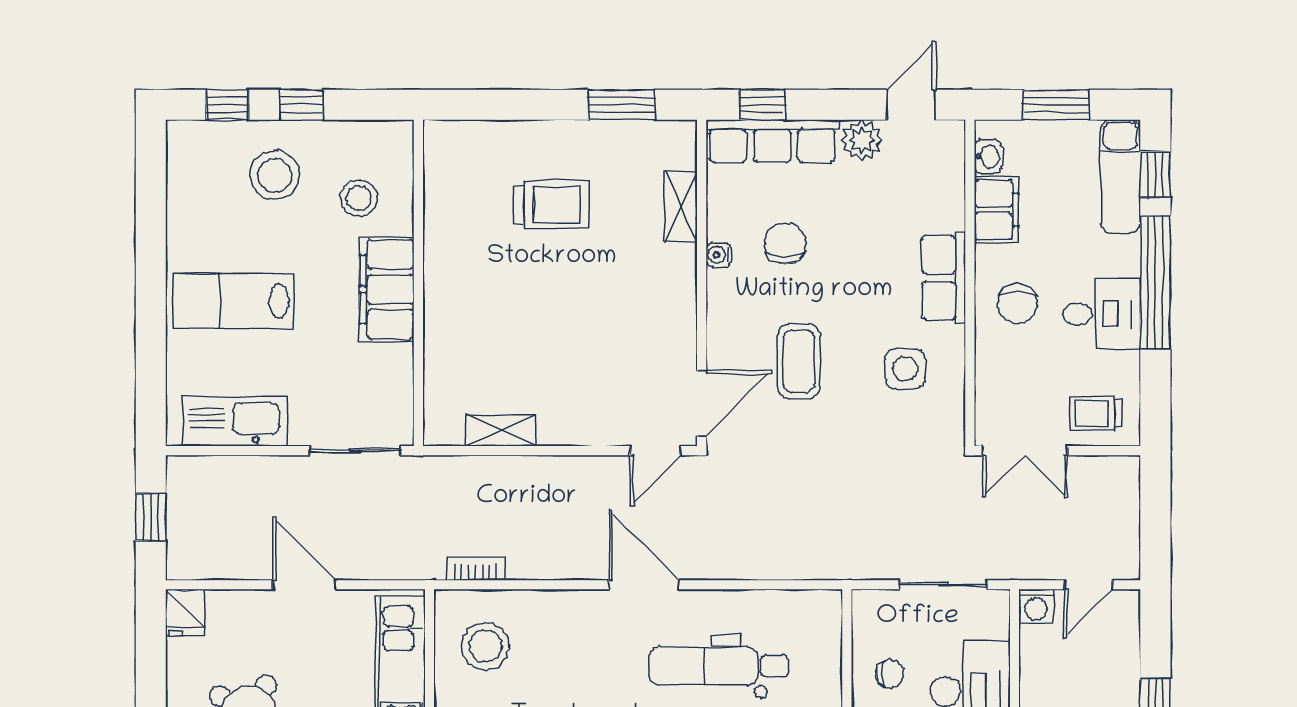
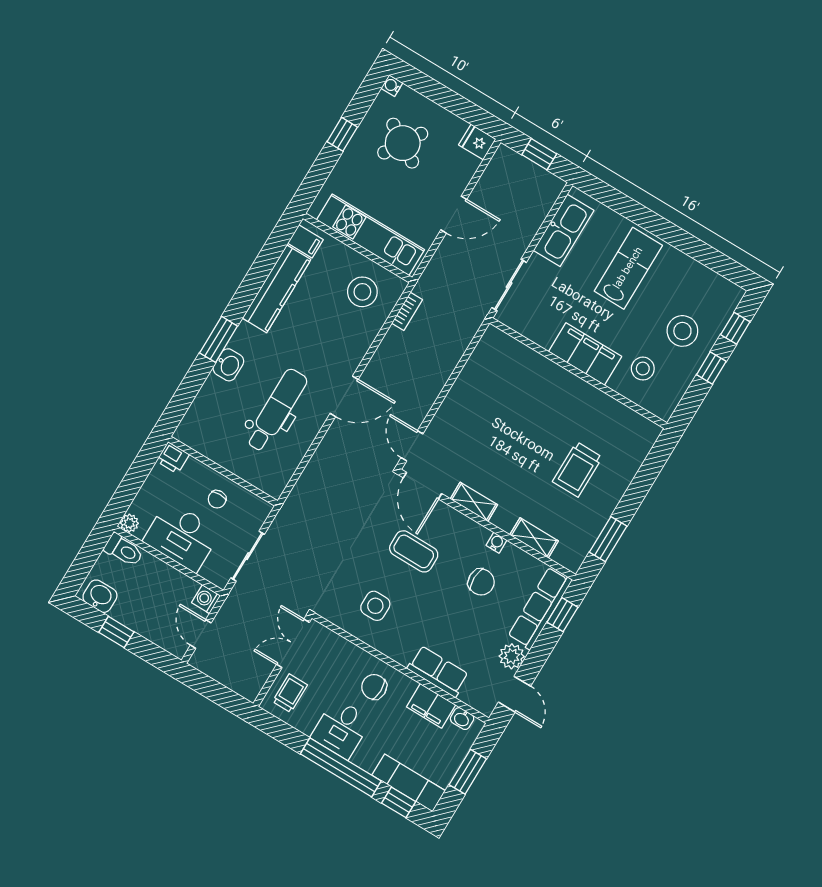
row of seats: (943, 278) -> (438, 672), moved
shelving: (501, 430) -> (474, 502), moved, turned 90

